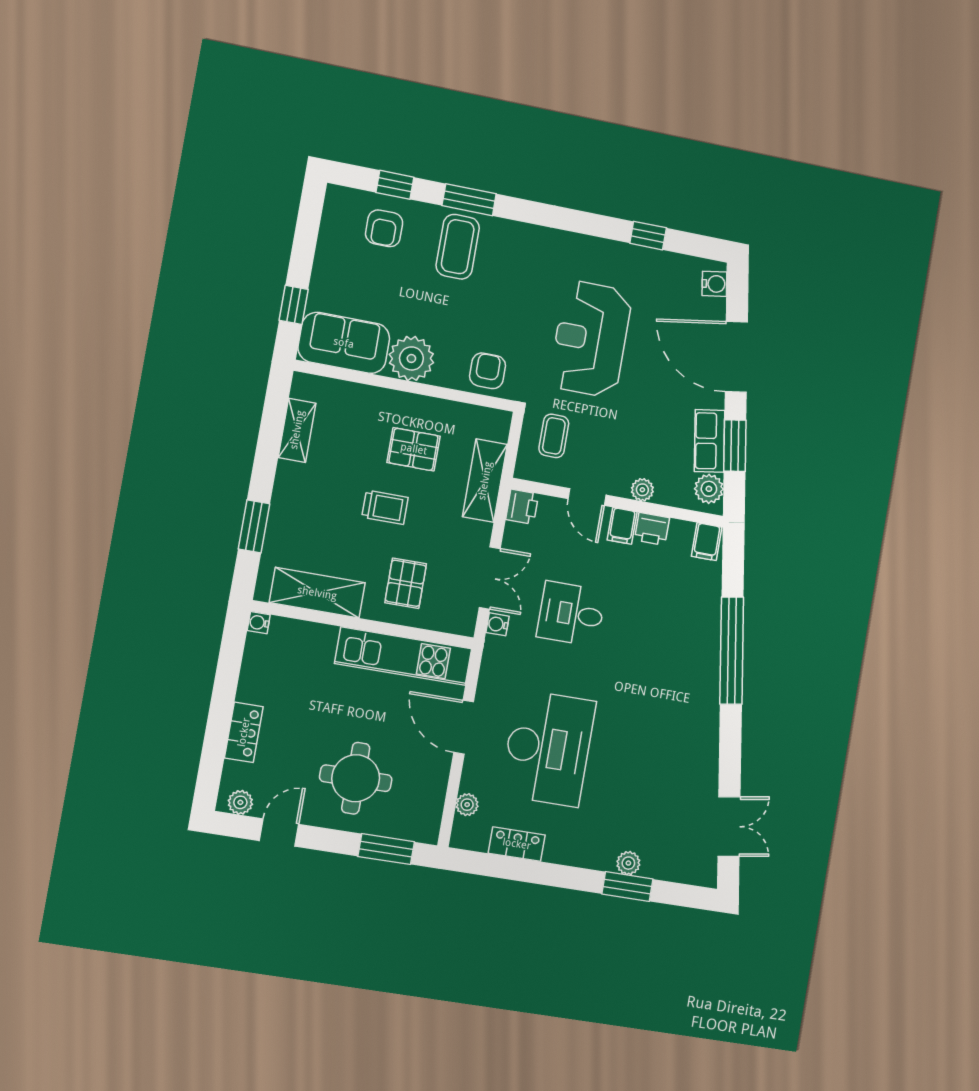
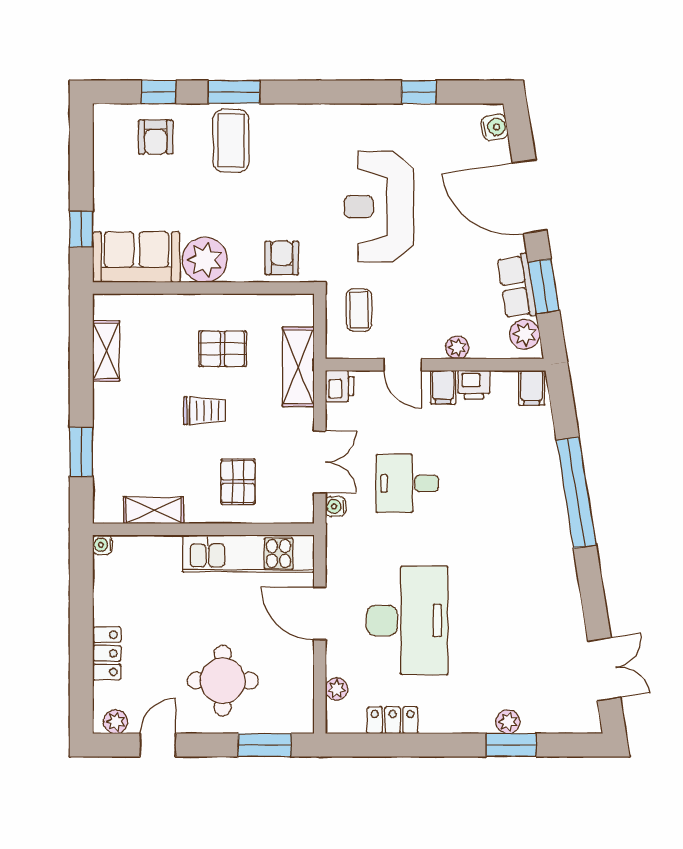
shelving: (317, 593) -> (154, 510), width x0.67, depth x0.75

